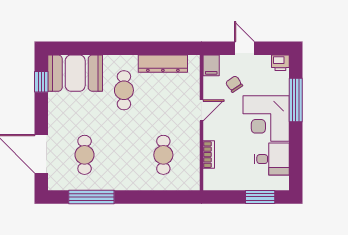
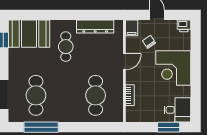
window: (296, 100) -> (196, 54), removed
cafe table: (85, 155) -> (36, 95), width x1.37, depth x1.35
cafe table: (163, 155) -> (96, 95), width x1.37, depth x1.35
desk: (272, 159) -> (177, 110), moved

